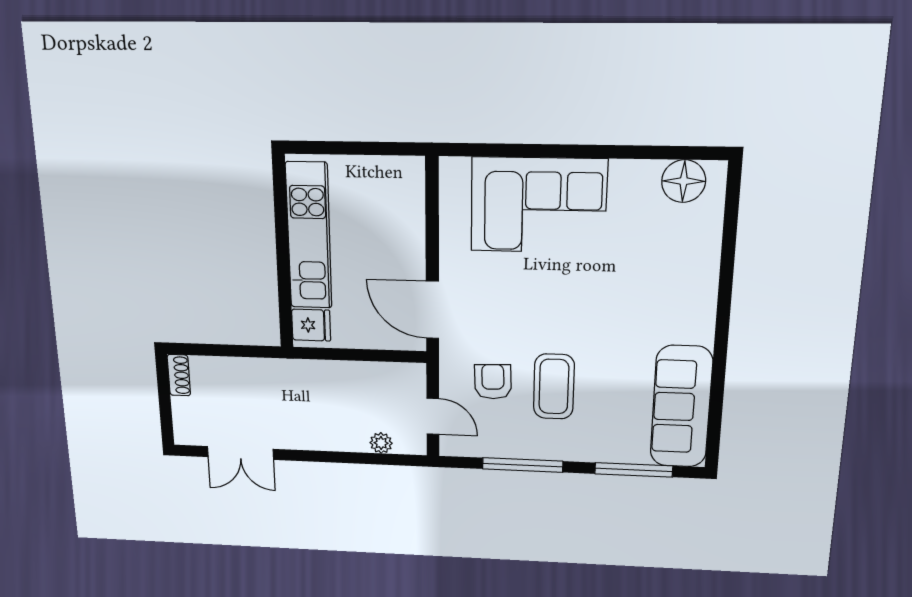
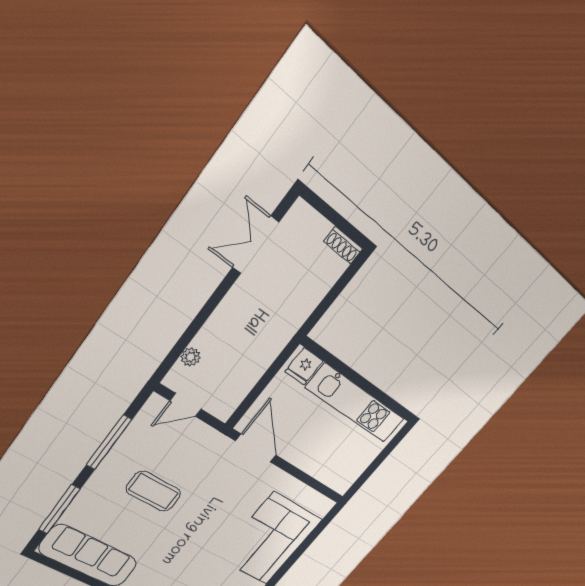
door: (432, 310) -> (256, 448), hinge flipped
armchair: (493, 382) -> (183, 457), removed

